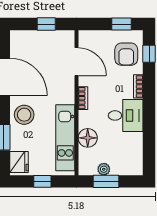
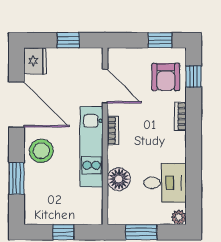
desk: (126, 115) -> (165, 183), moved
kitchen unit: (65, 138) -> (91, 147), moved
fridge: (19, 162) -> (35, 61), moved
plant: (104, 169) -> (179, 217), moved

